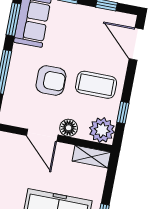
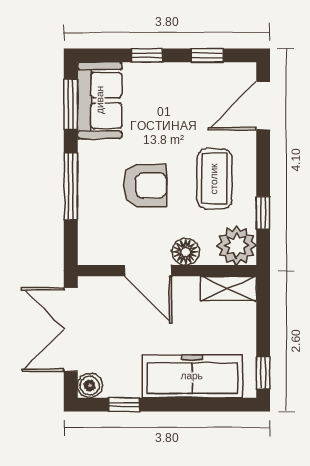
door: (136, 44) -> (263, 106), hinge flipped
coffee table: (96, 85) -> (214, 179), turned 90

